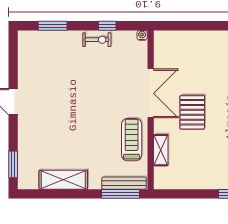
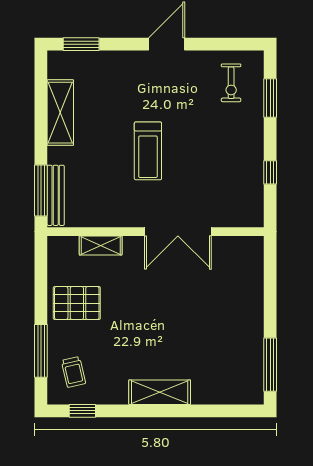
water cooler: (142, 35) -> (257, 220), removed
exercise bike: (97, 40) -> (231, 83), moved
pallet: (192, 112) -> (77, 303), moved
treadmill: (132, 140) -> (148, 151), moved, turned 90

